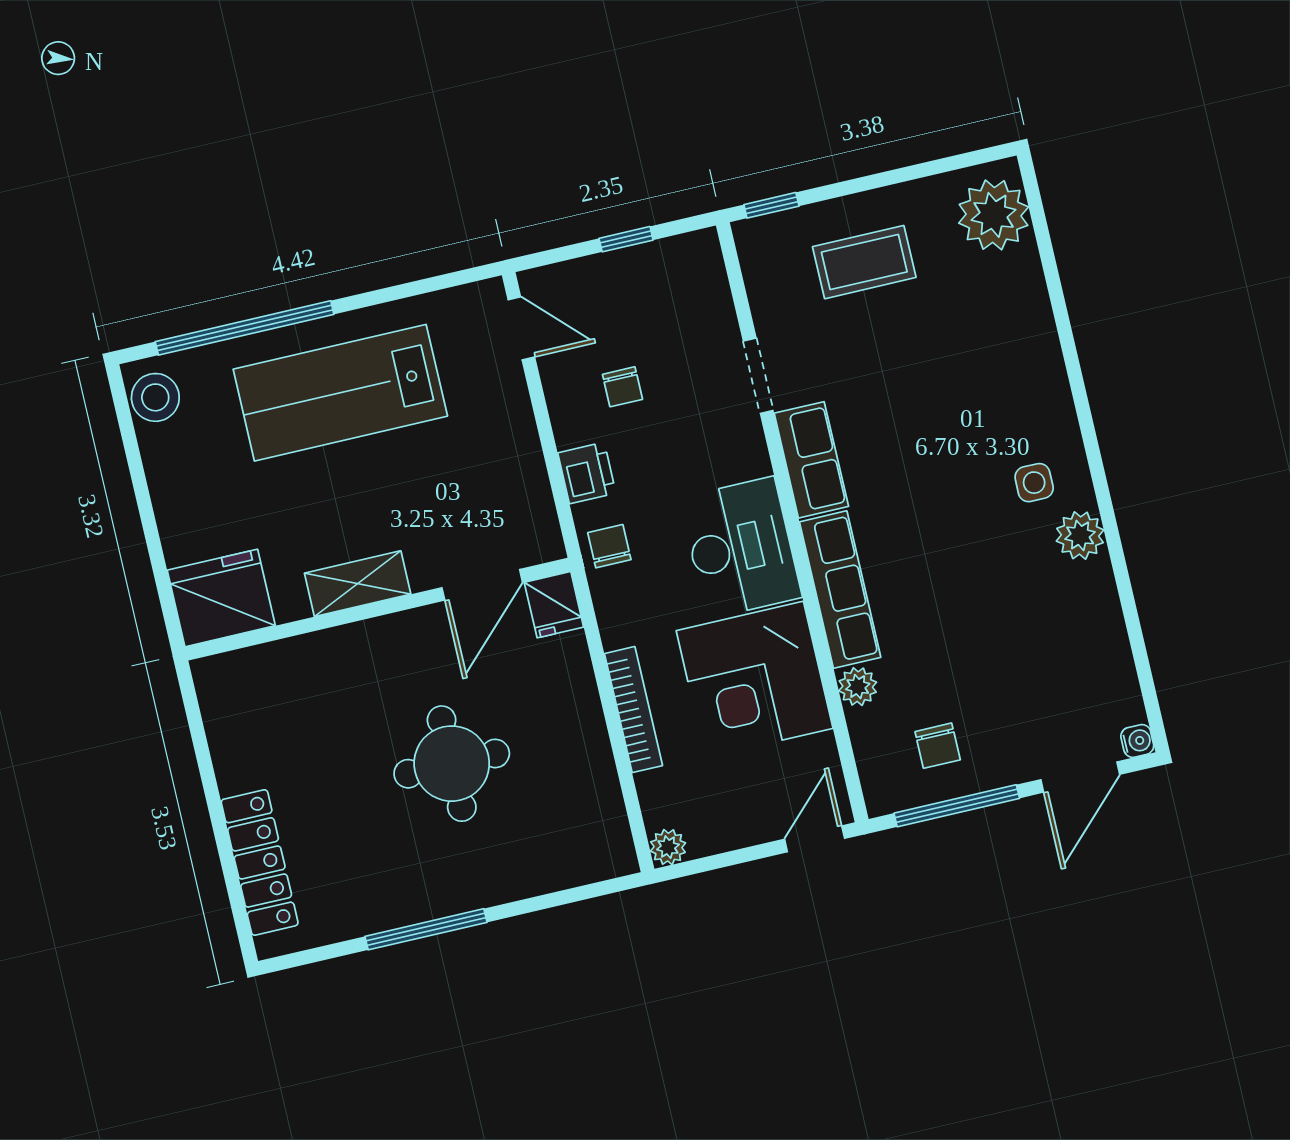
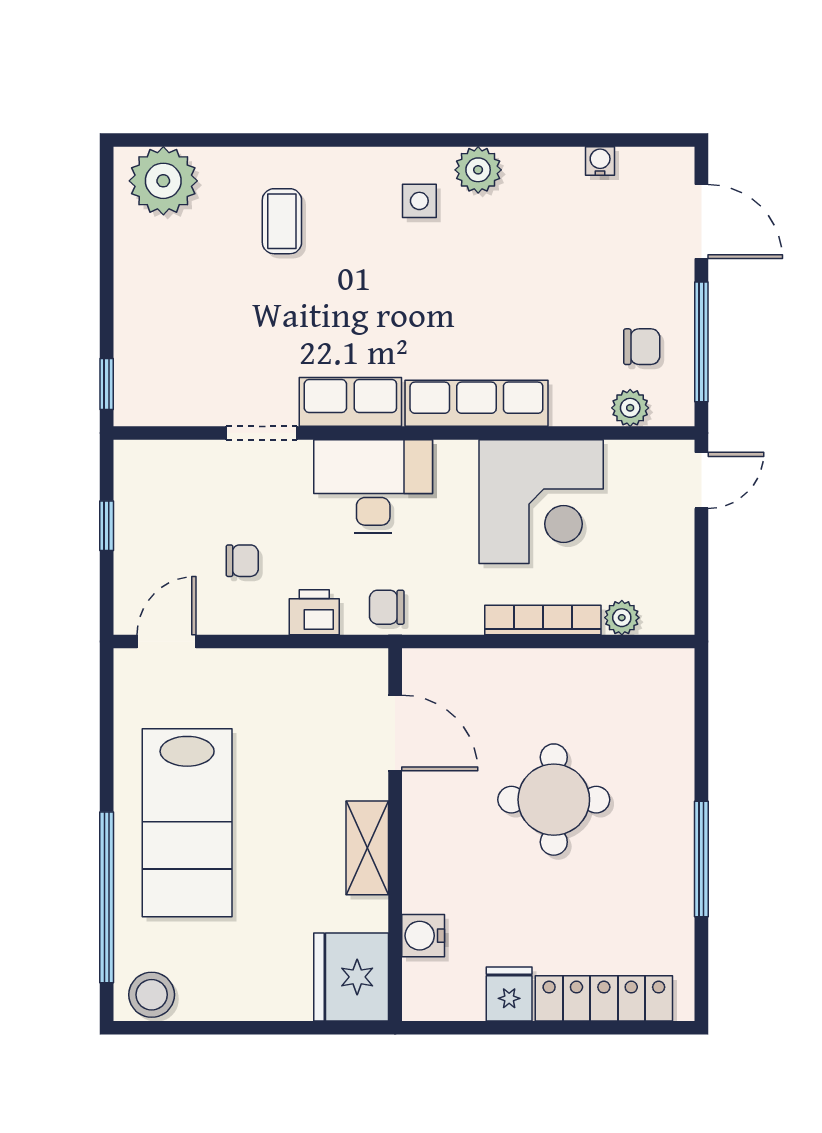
coffee table: (864, 262) -> (282, 221), moved, width x0.73, depth x0.77
desk: (741, 548) -> (373, 486), moved
fridge: (554, 605) -> (509, 994), moved, turned -90
water cooler: (281, 662) -> (423, 936), added
plant: (858, 687) -> (630, 408), moved
water cooler: (1137, 741) -> (600, 161), moved
door: (815, 839) -> (701, 480), swing flipped
plant: (668, 847) -> (622, 618), moved

